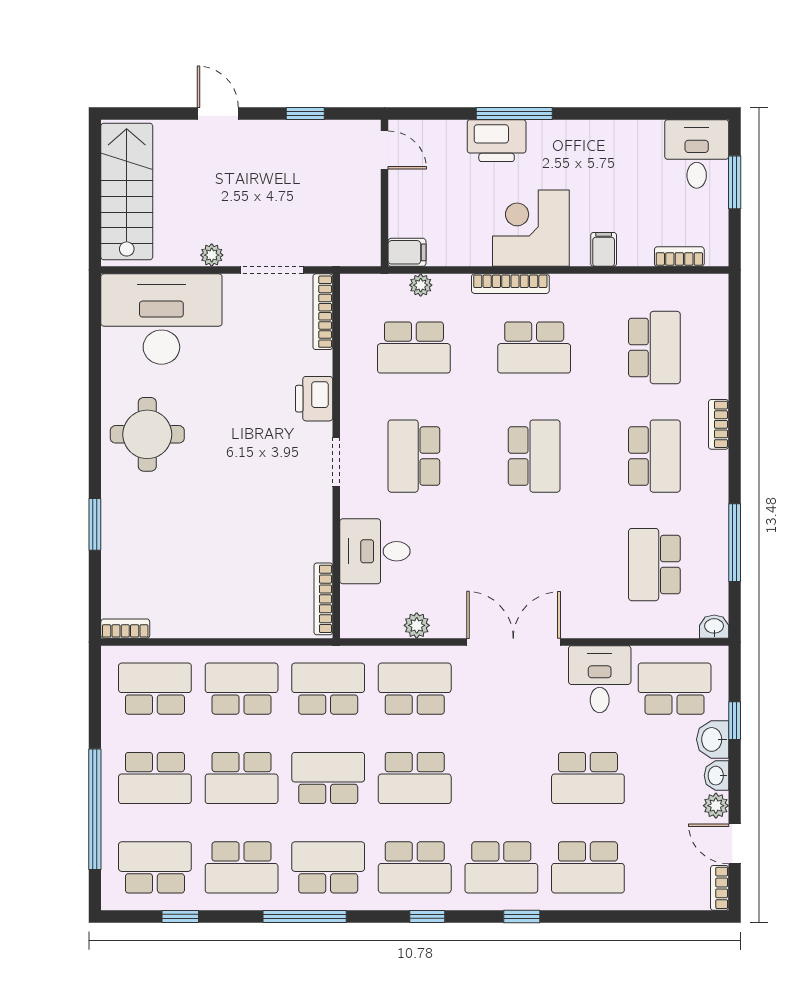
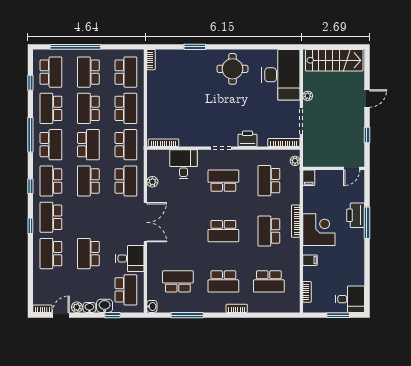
plant: (421, 285) -> (295, 161), moved

